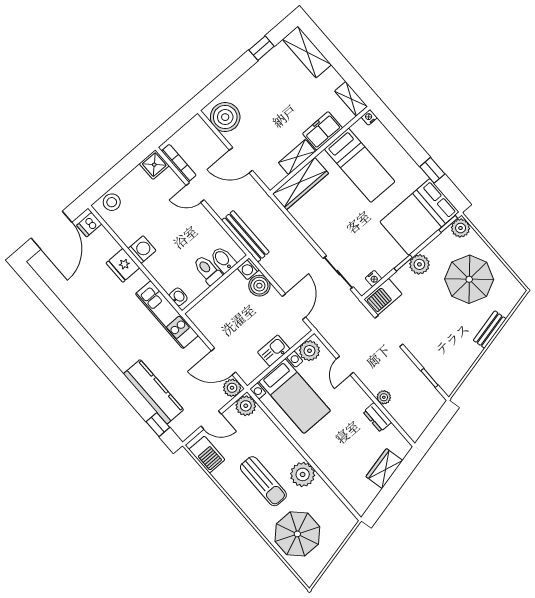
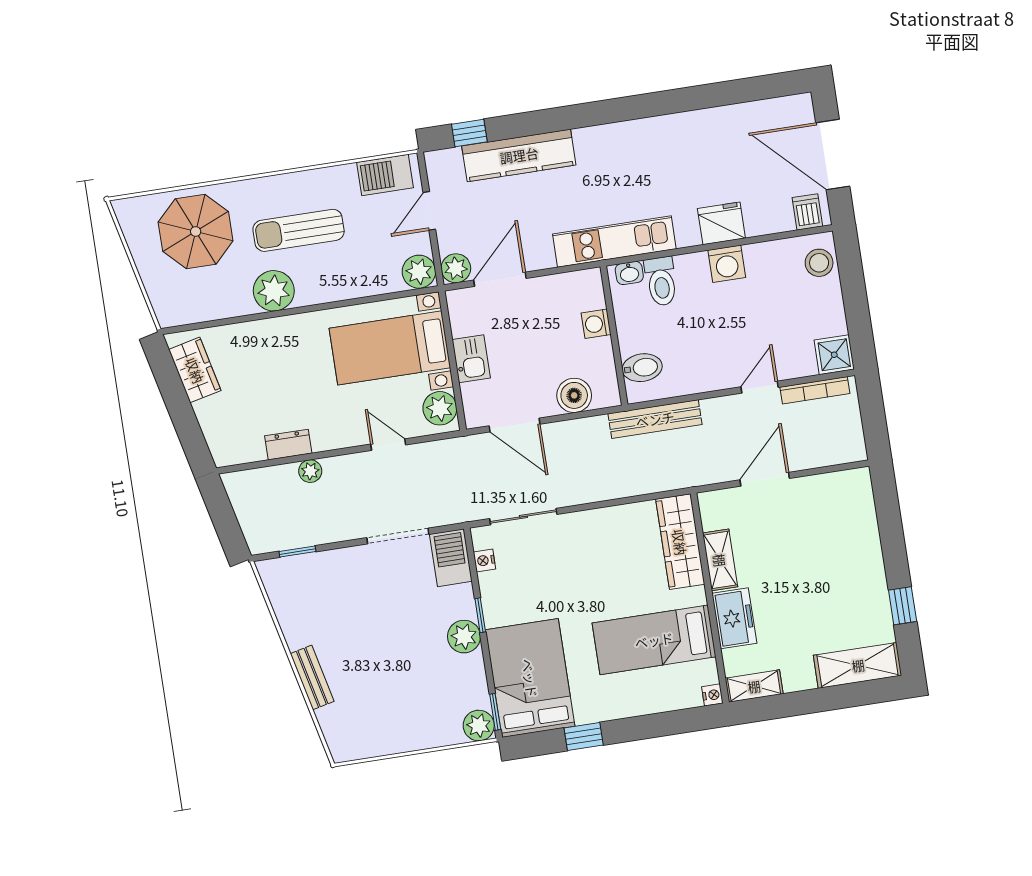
boiler: (225, 117) -> (838, 495), removed
washing machine: (248, 269) -> (596, 324), moved, turned -90
toilet: (207, 270) -> (661, 281), moved, turned 90
parasol: (469, 279) -> (400, 693), removed
wardrobe: (384, 469) -> (195, 370), moved

